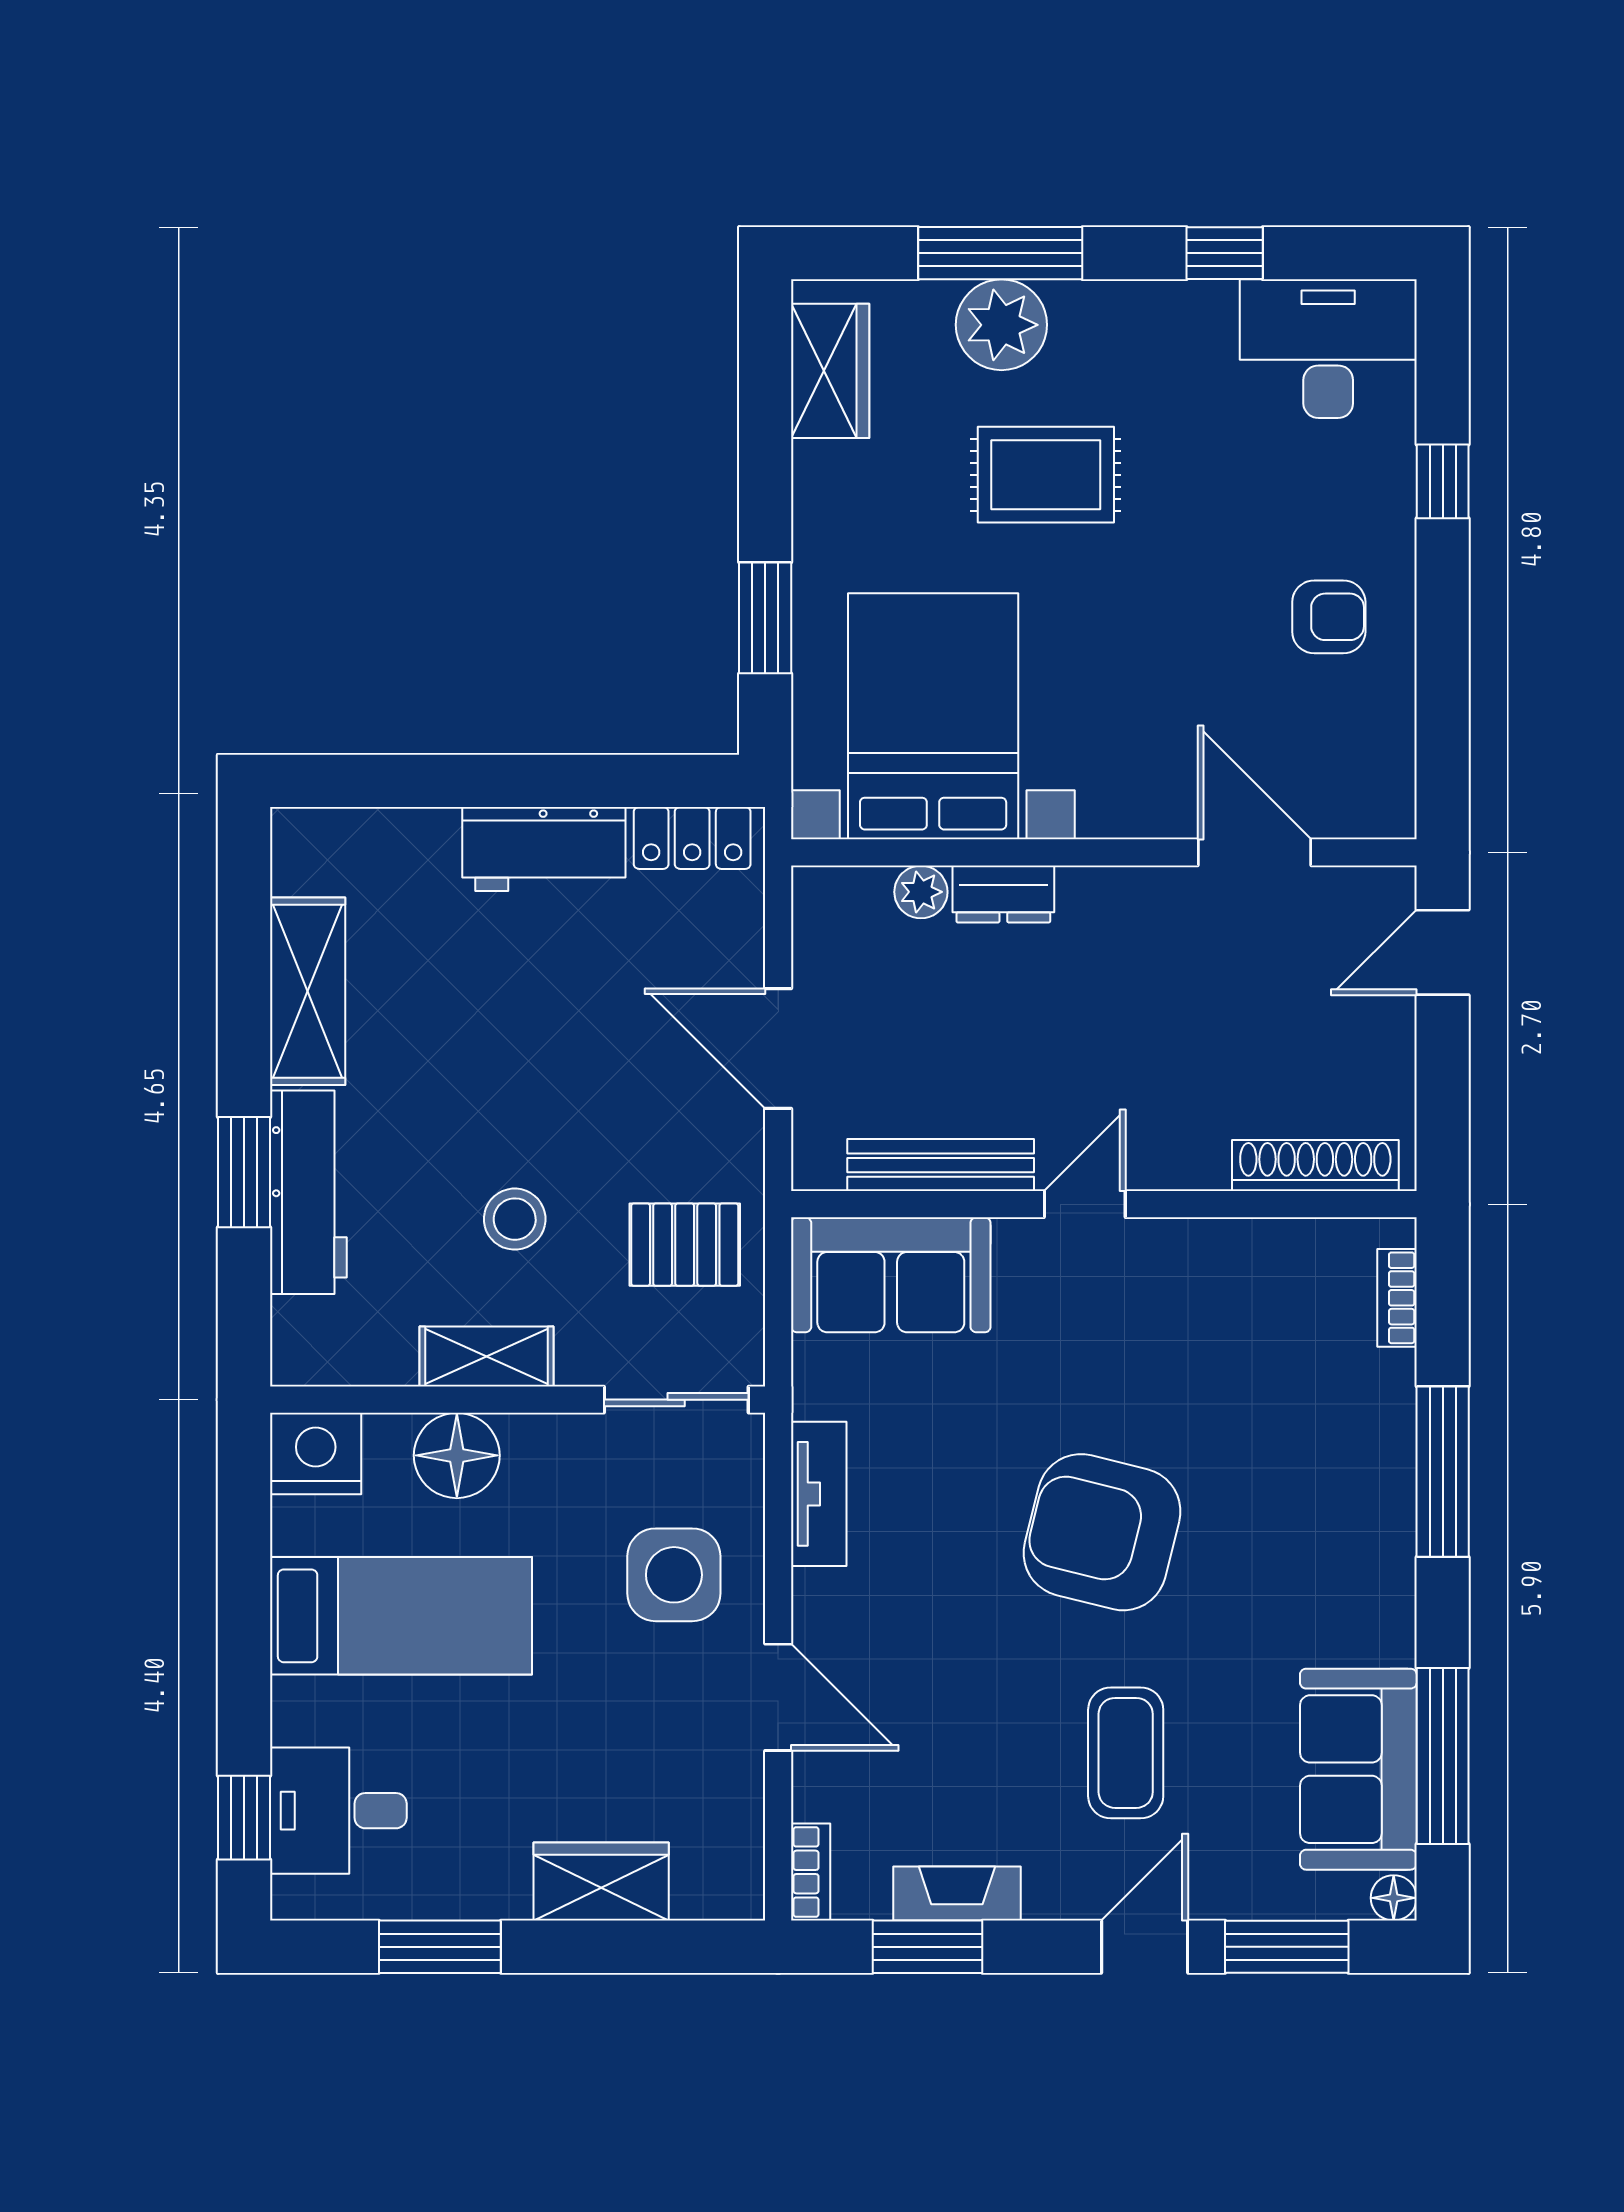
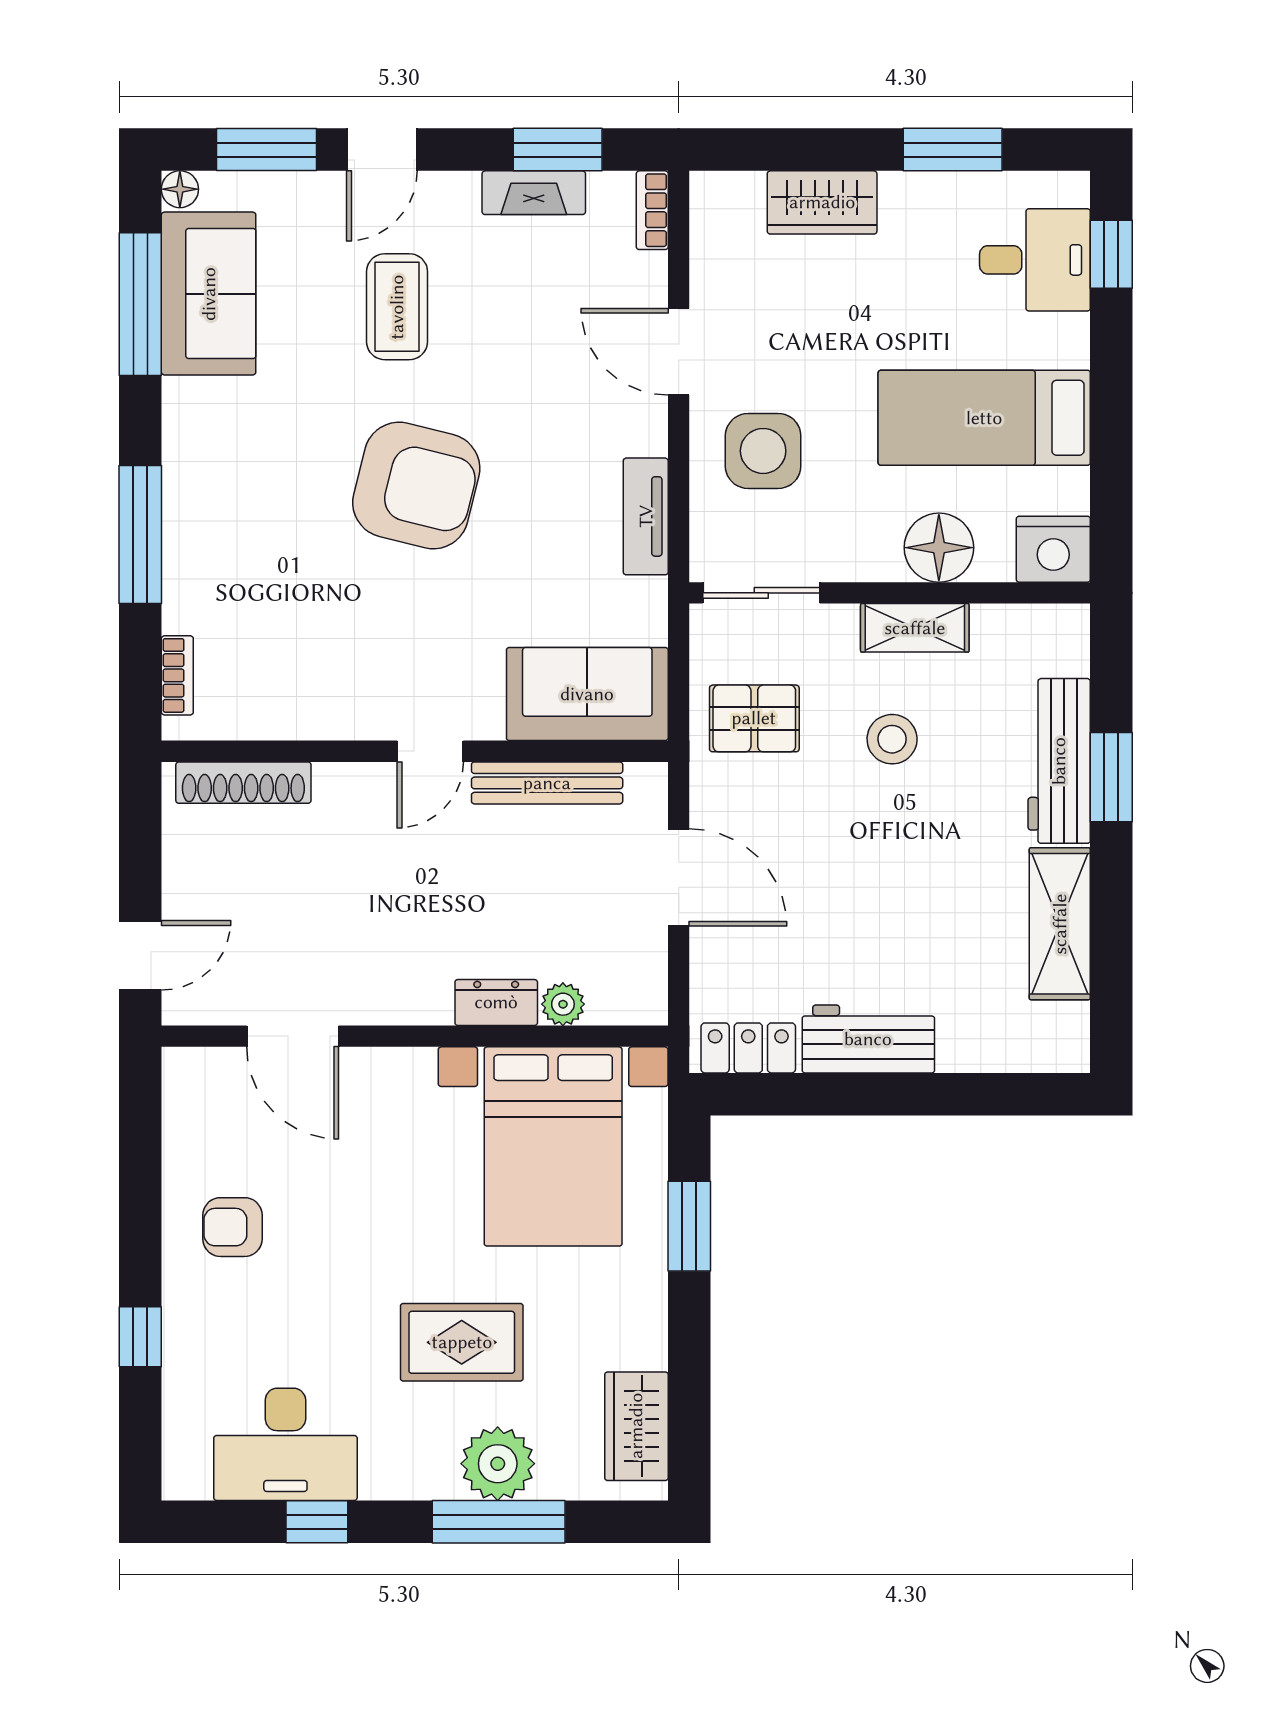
desk: (1328, 349) -> (285, 1444), moved

